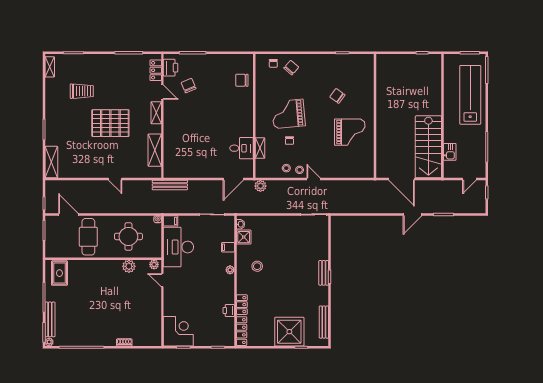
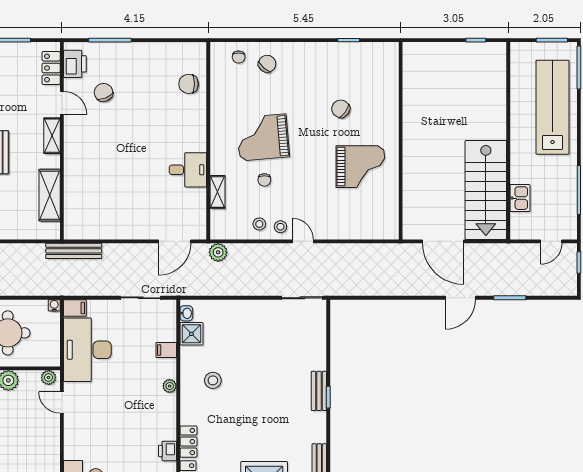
desk: (241, 148) -> (188, 170), moved

